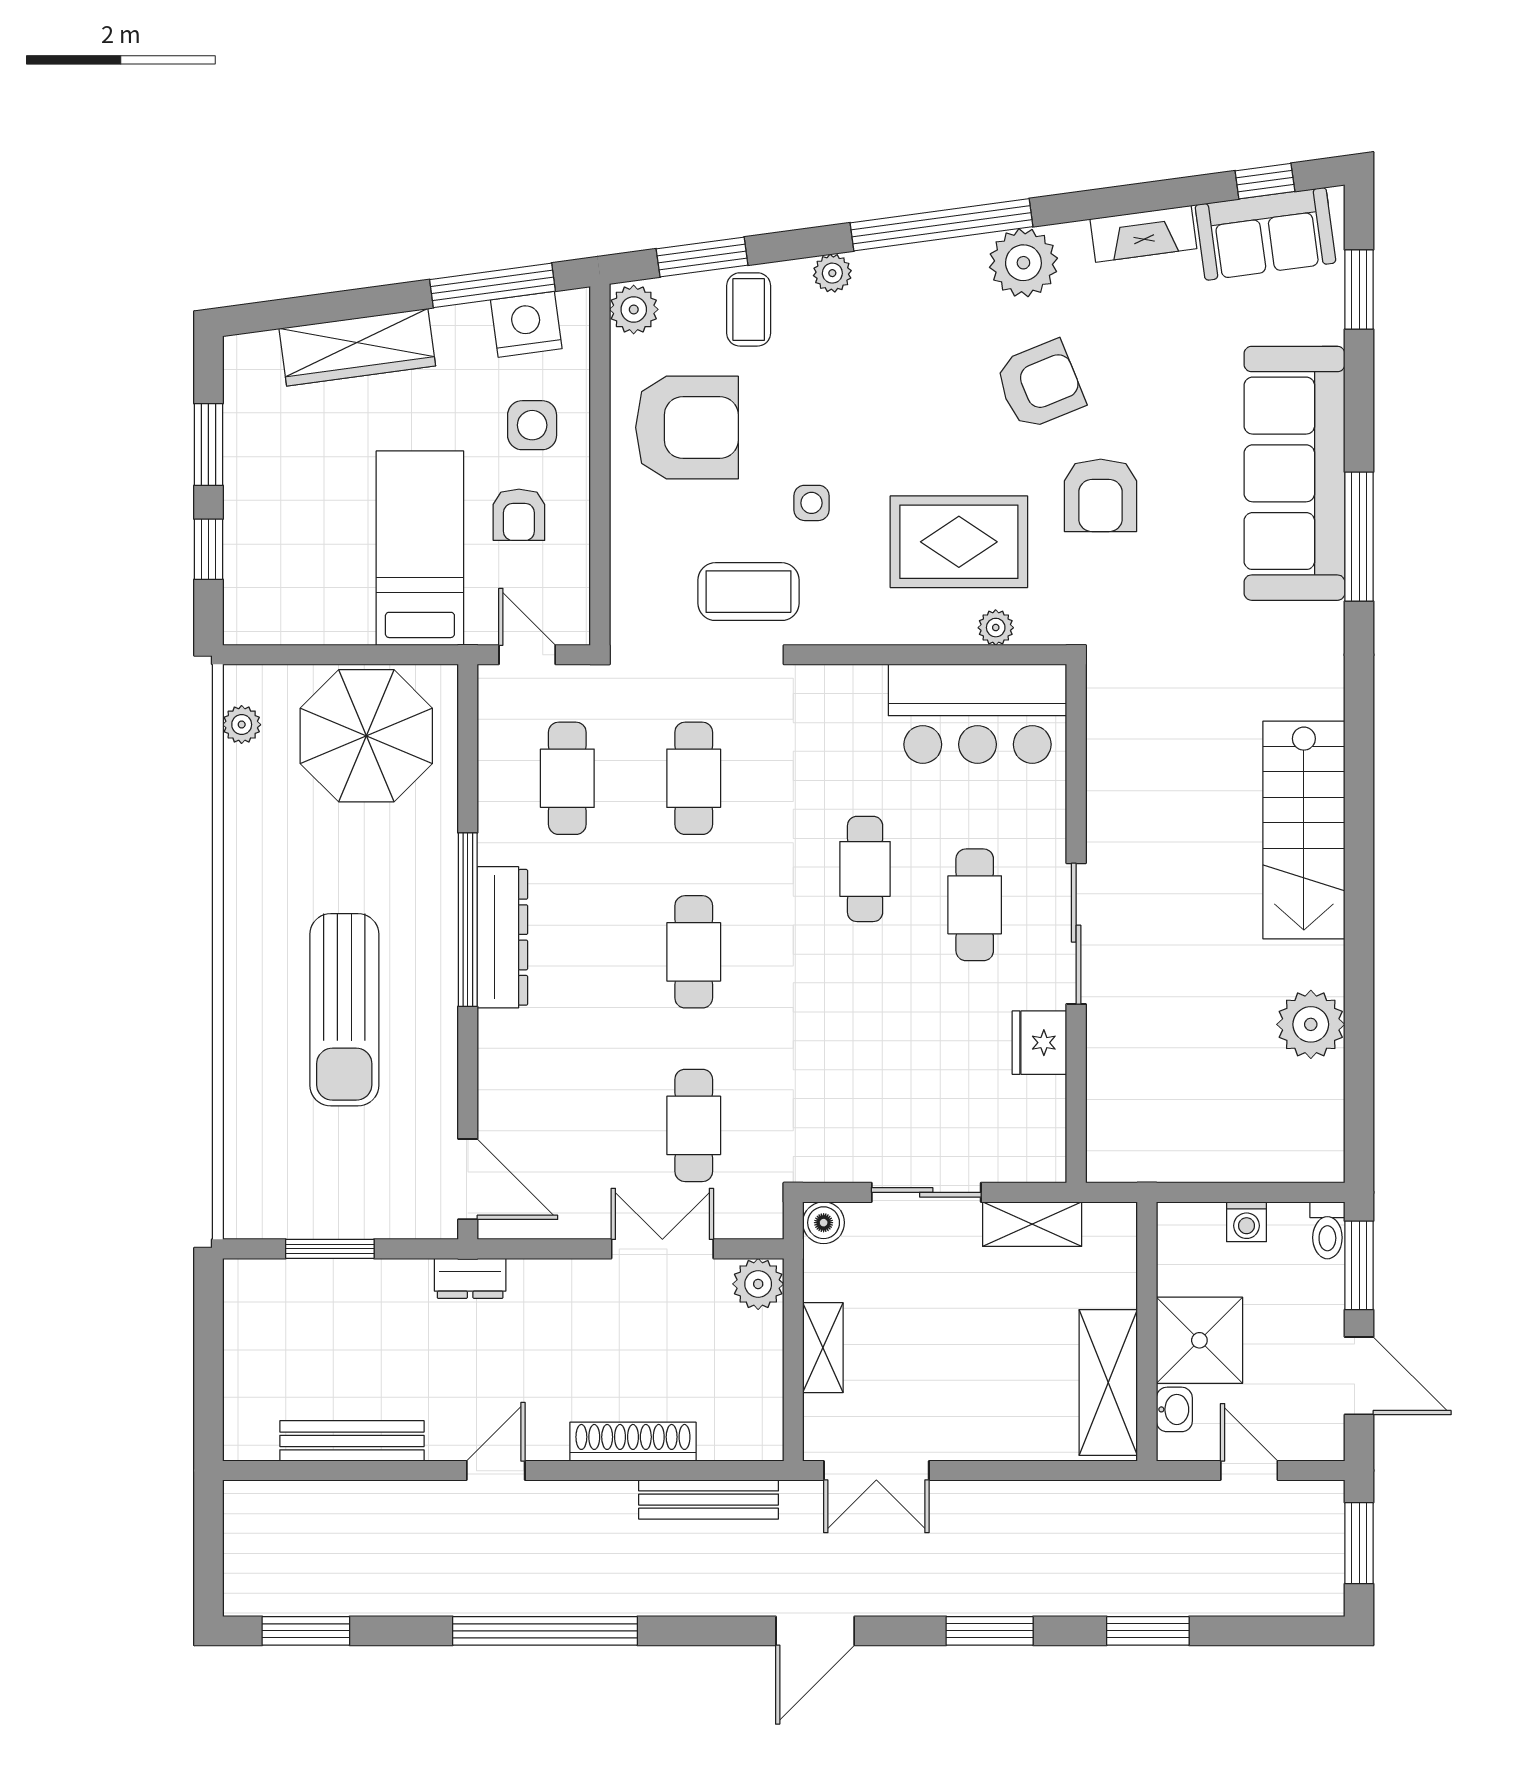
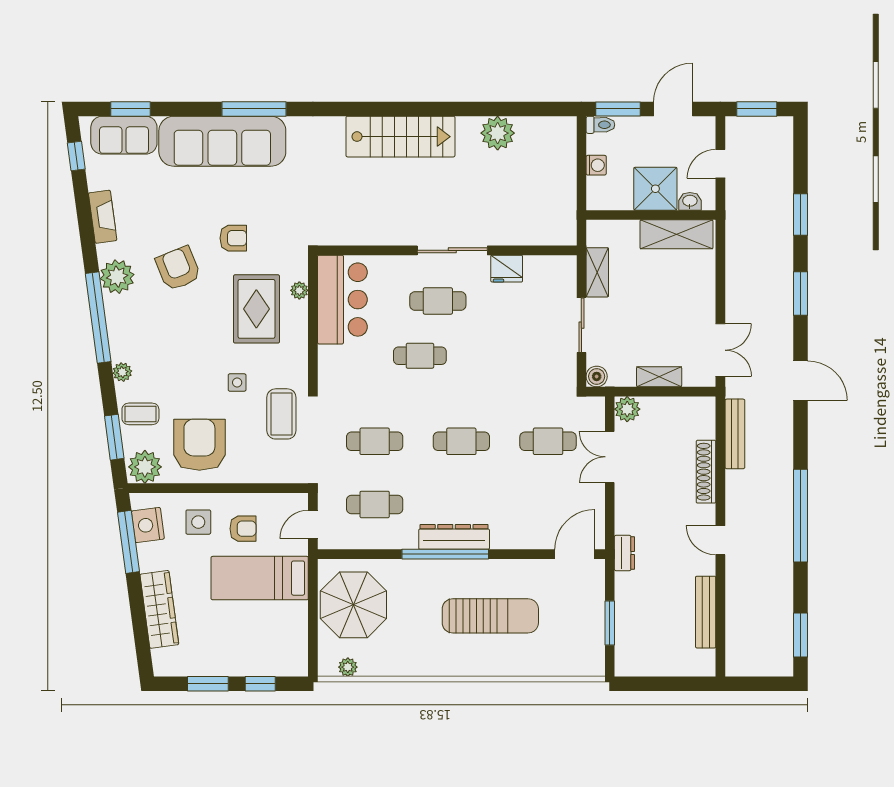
sofa: (1266, 234) -> (124, 135), moved, turned 98
plant: (634, 309) -> (145, 467), width x1.36, depth x1.36
armchair: (1101, 495) -> (233, 238), width x0.72, depth x0.72

